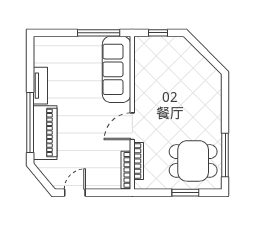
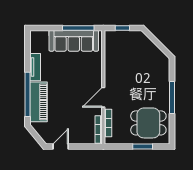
sofa: (117, 69) -> (74, 41), moved, turned -90
window: (225, 155) -> (172, 97), moved

